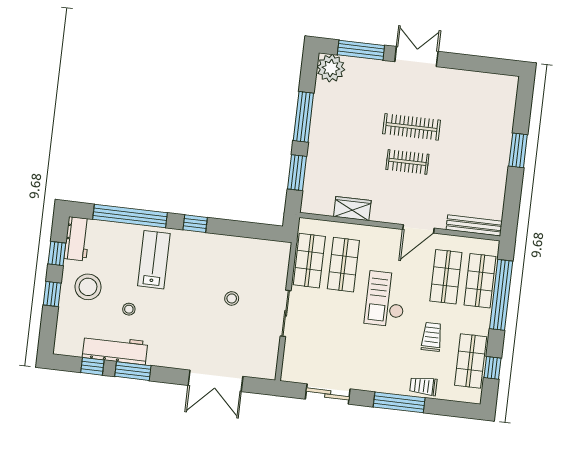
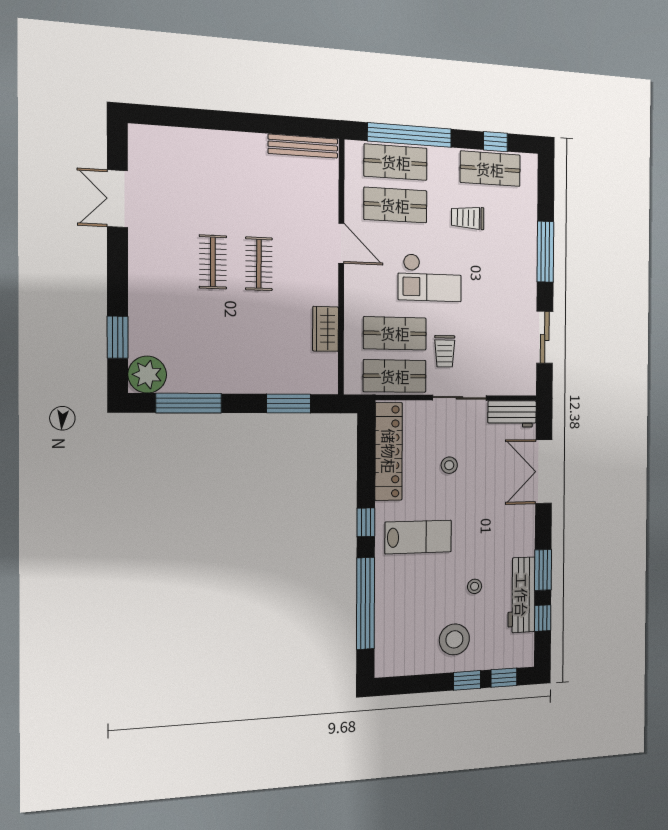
window: (361, 50) -> (118, 337), width x0.69
double door: (416, 57) -> (117, 199), moved
window: (303, 117) -> (189, 403), moved
clothes rail: (412, 127) -> (213, 262), width x0.73
window: (518, 150) -> (227, 121), removed
bench: (474, 225) -> (303, 146), moved, turned 90
workbench: (77, 239) -> (512, 414), moved, turned 180
locker: (249, 249) -> (389, 451), added
window: (57, 253) -> (504, 678), moved
lab bench: (154, 260) -> (418, 537), moved, turned 180
double door: (216, 381) -> (544, 472), swing flipped
trolley: (423, 386) -> (445, 351), moved

